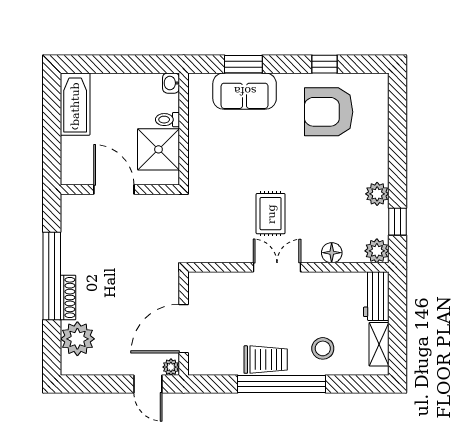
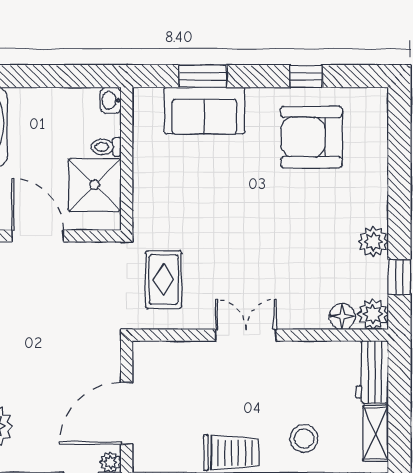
rug: (271, 214) -> (164, 279), moved
floor lamp: (332, 253) -> (342, 317), moved

